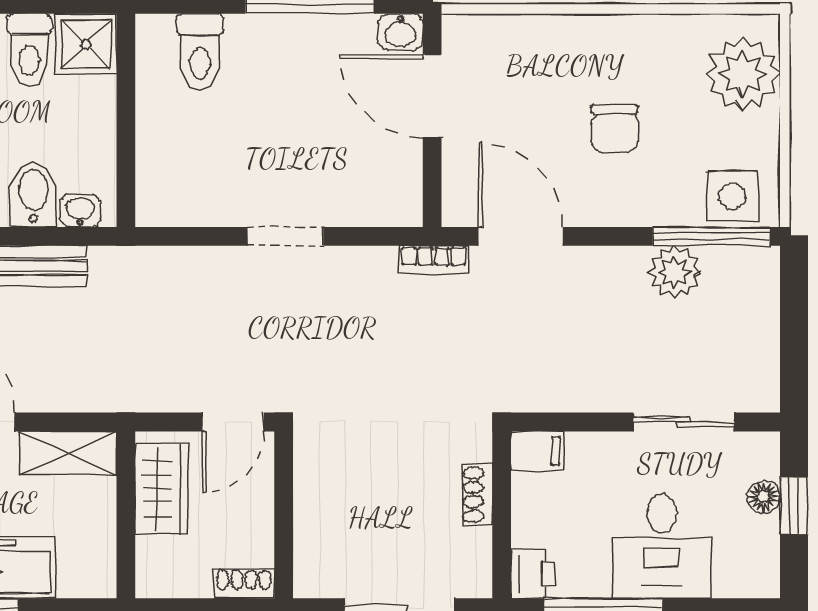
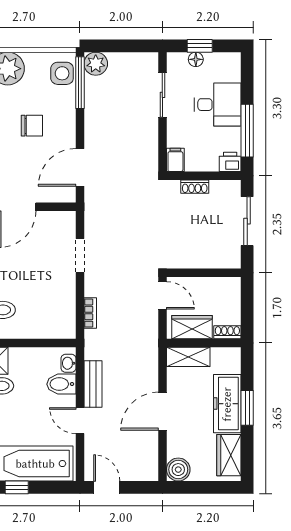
doorway: (285, 236) -> (80, 255), moved
bookcase: (434, 260) -> (90, 313), moved
plant: (674, 272) -> (96, 64), moved
shelving: (68, 453) -> (188, 357), moved, turned 90
shoe rack: (244, 584) -> (227, 332), moved, turned 90

